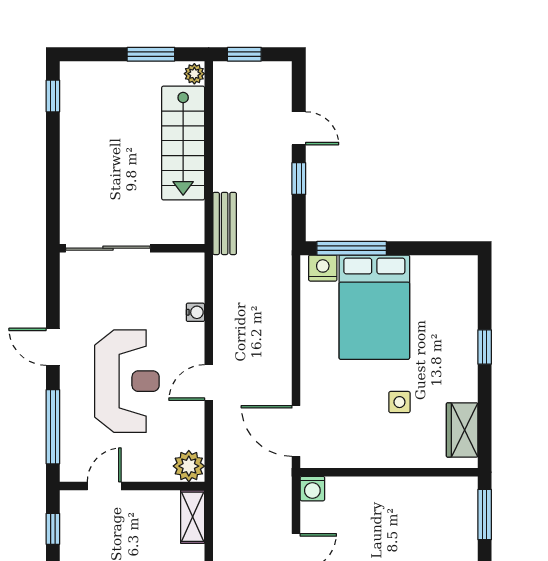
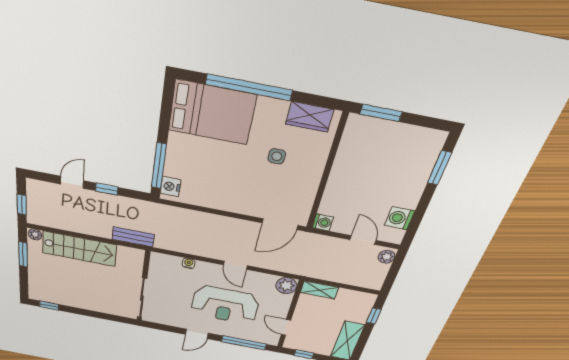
bed: (374, 307) -> (212, 113), moved
window: (485, 347) -> (249, 87), width x3.17
reception desk: (127, 381) -> (225, 305), turned 180

